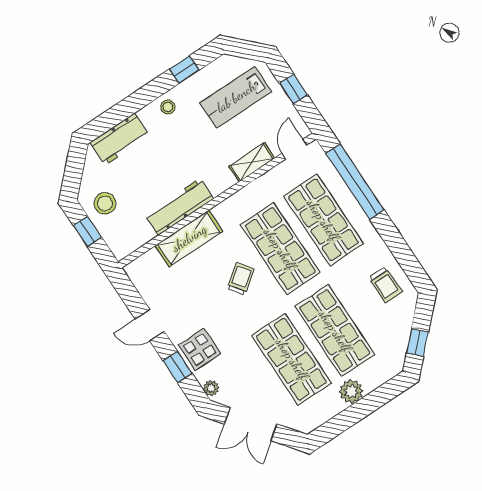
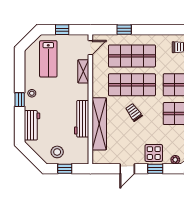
window: (184, 70) -> (20, 100), moved
door: (294, 149) -> (90, 48), swing flipped
window: (355, 182) -> (124, 30), width x0.32
shelving: (189, 238) -> (99, 124), width x1.47

